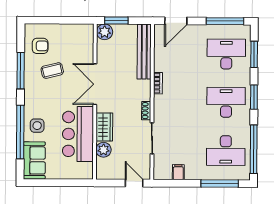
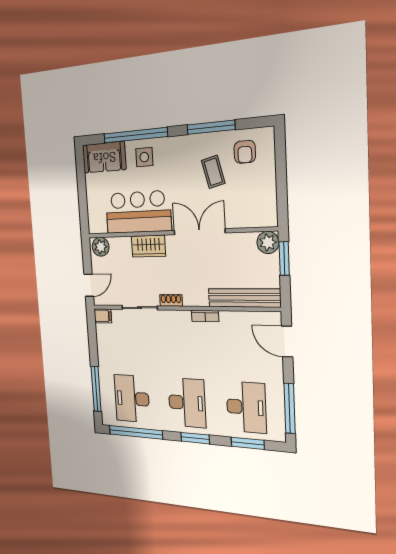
plant: (103, 150) -> (101, 247), moved
filing cabinet: (178, 172) -> (103, 316), moved

